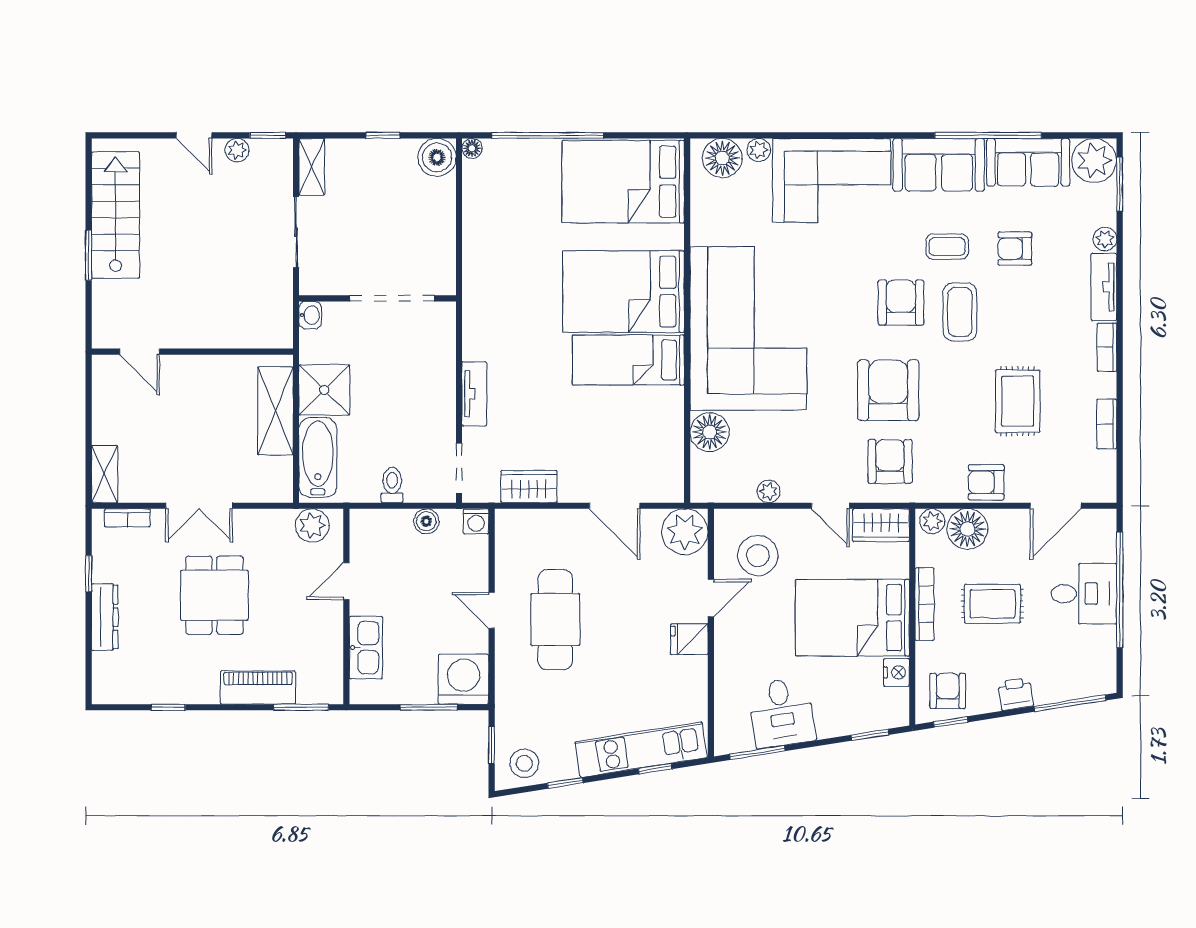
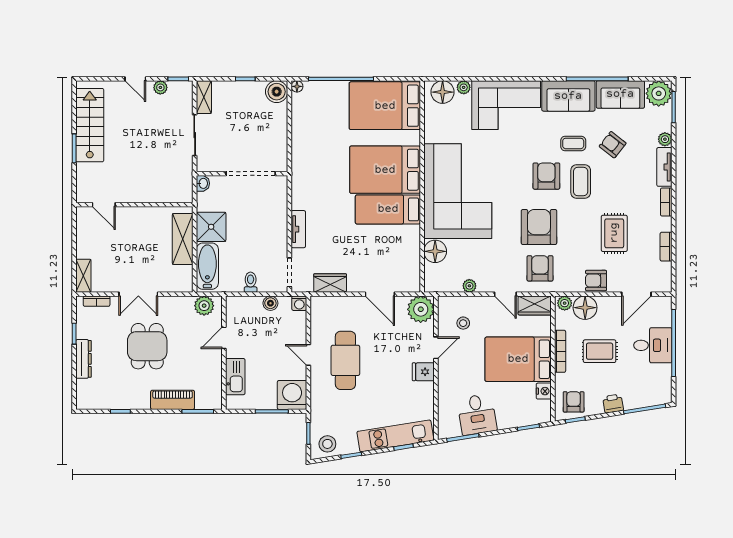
armchair: (1015, 249) -> (613, 145), turned 38
stool: (758, 556) -> (463, 323), width x0.53, depth x0.53

